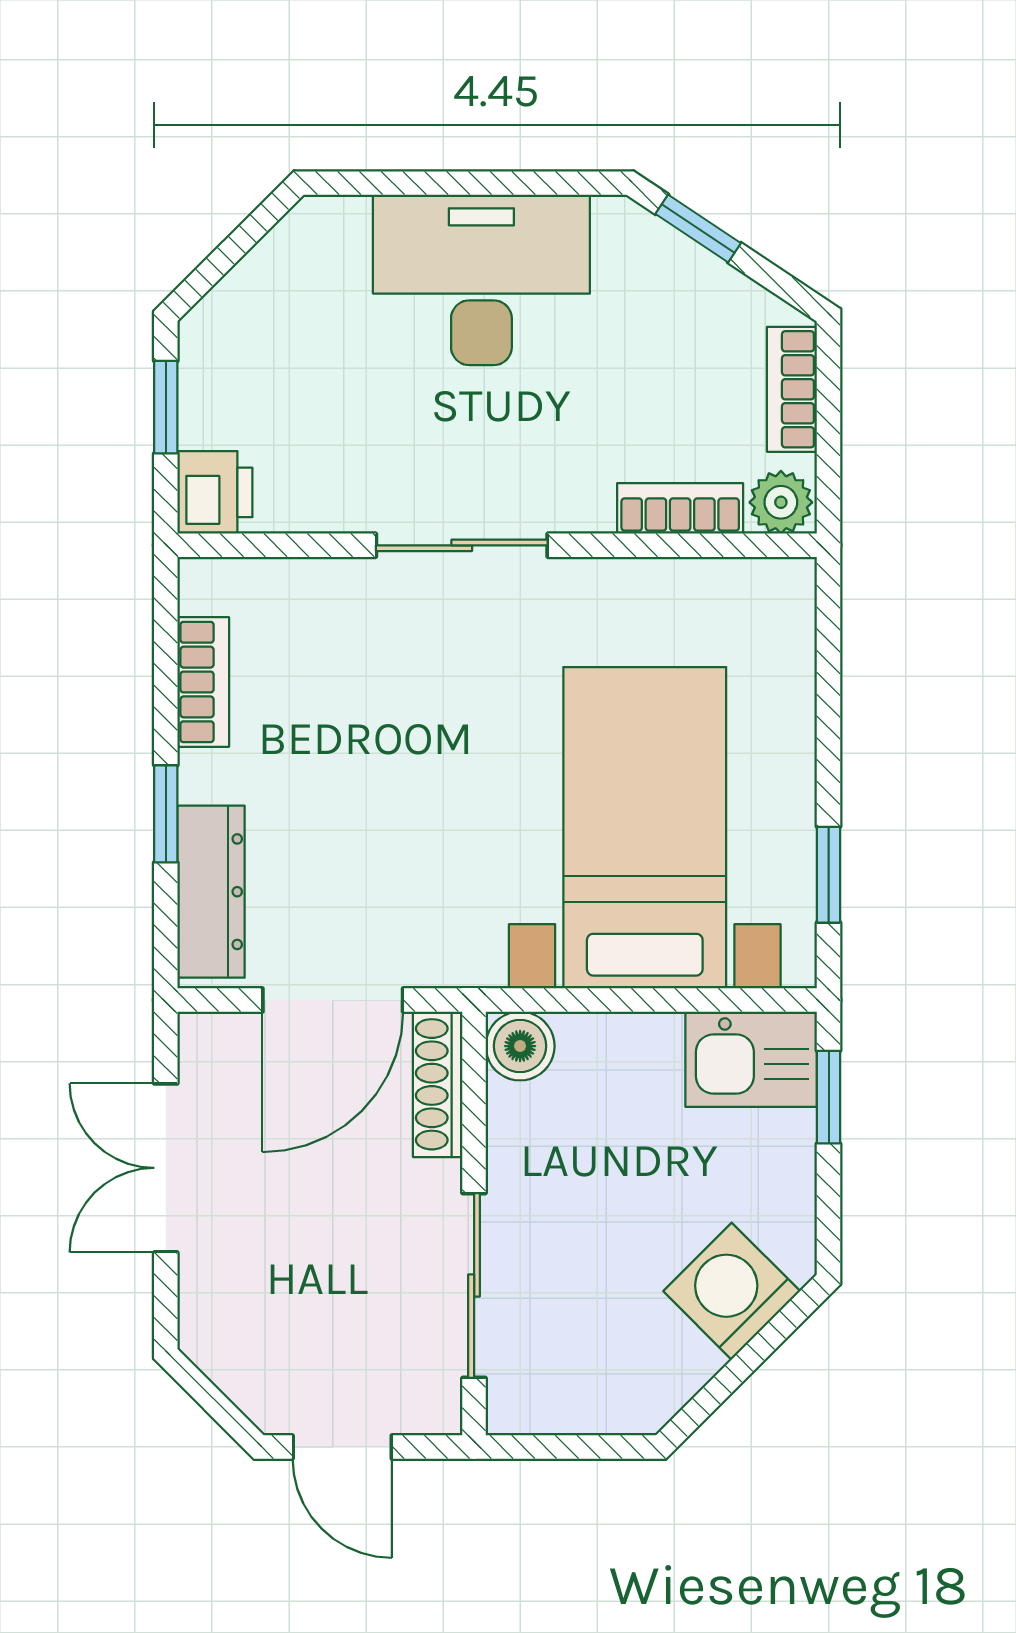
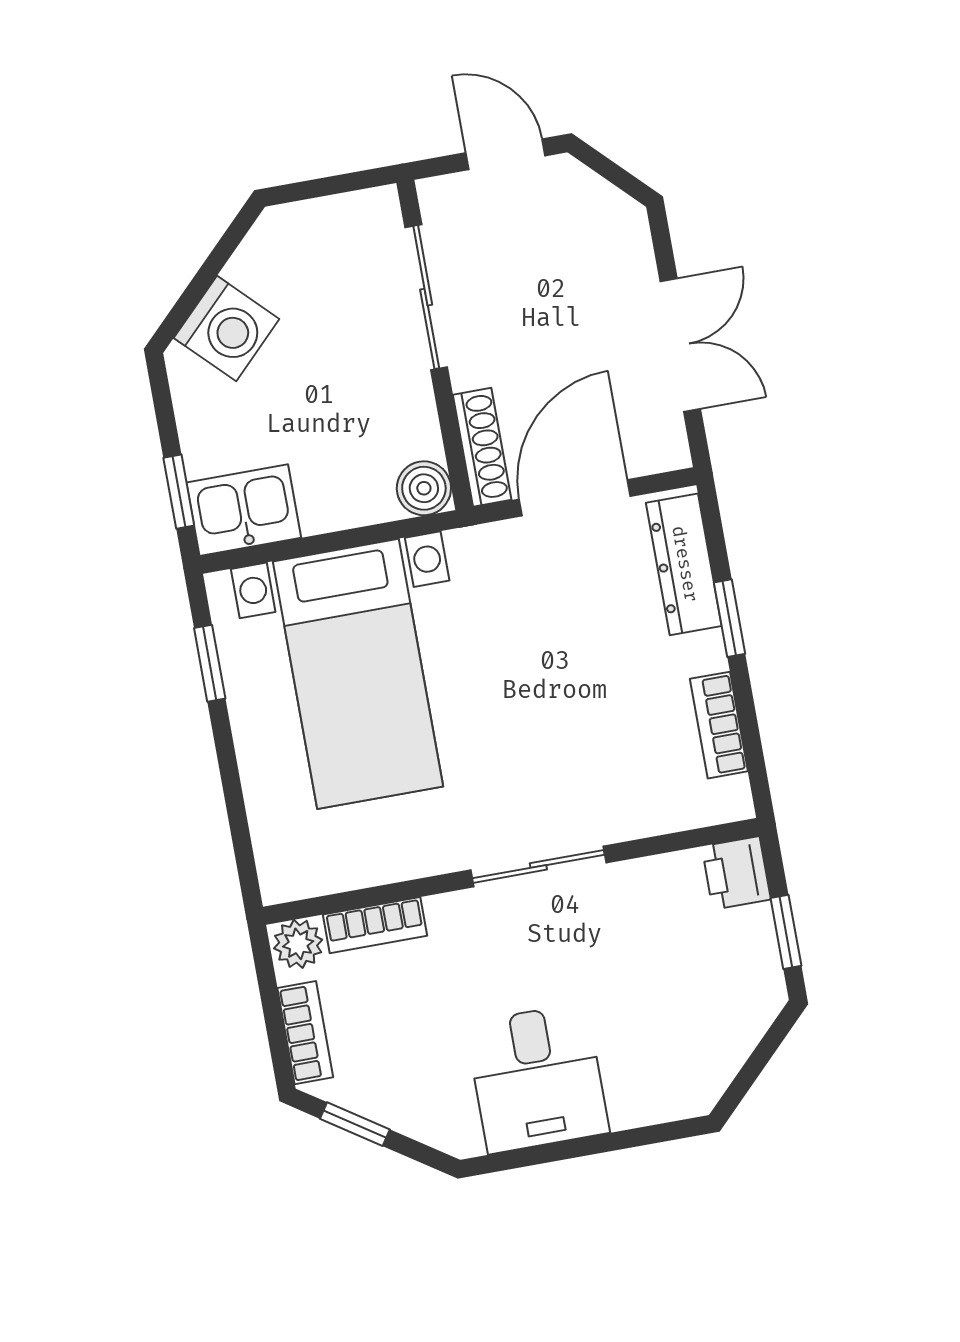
window: (698, 228) -> (355, 1124), moved
desk: (481, 280) -> (537, 1078), width x0.73

